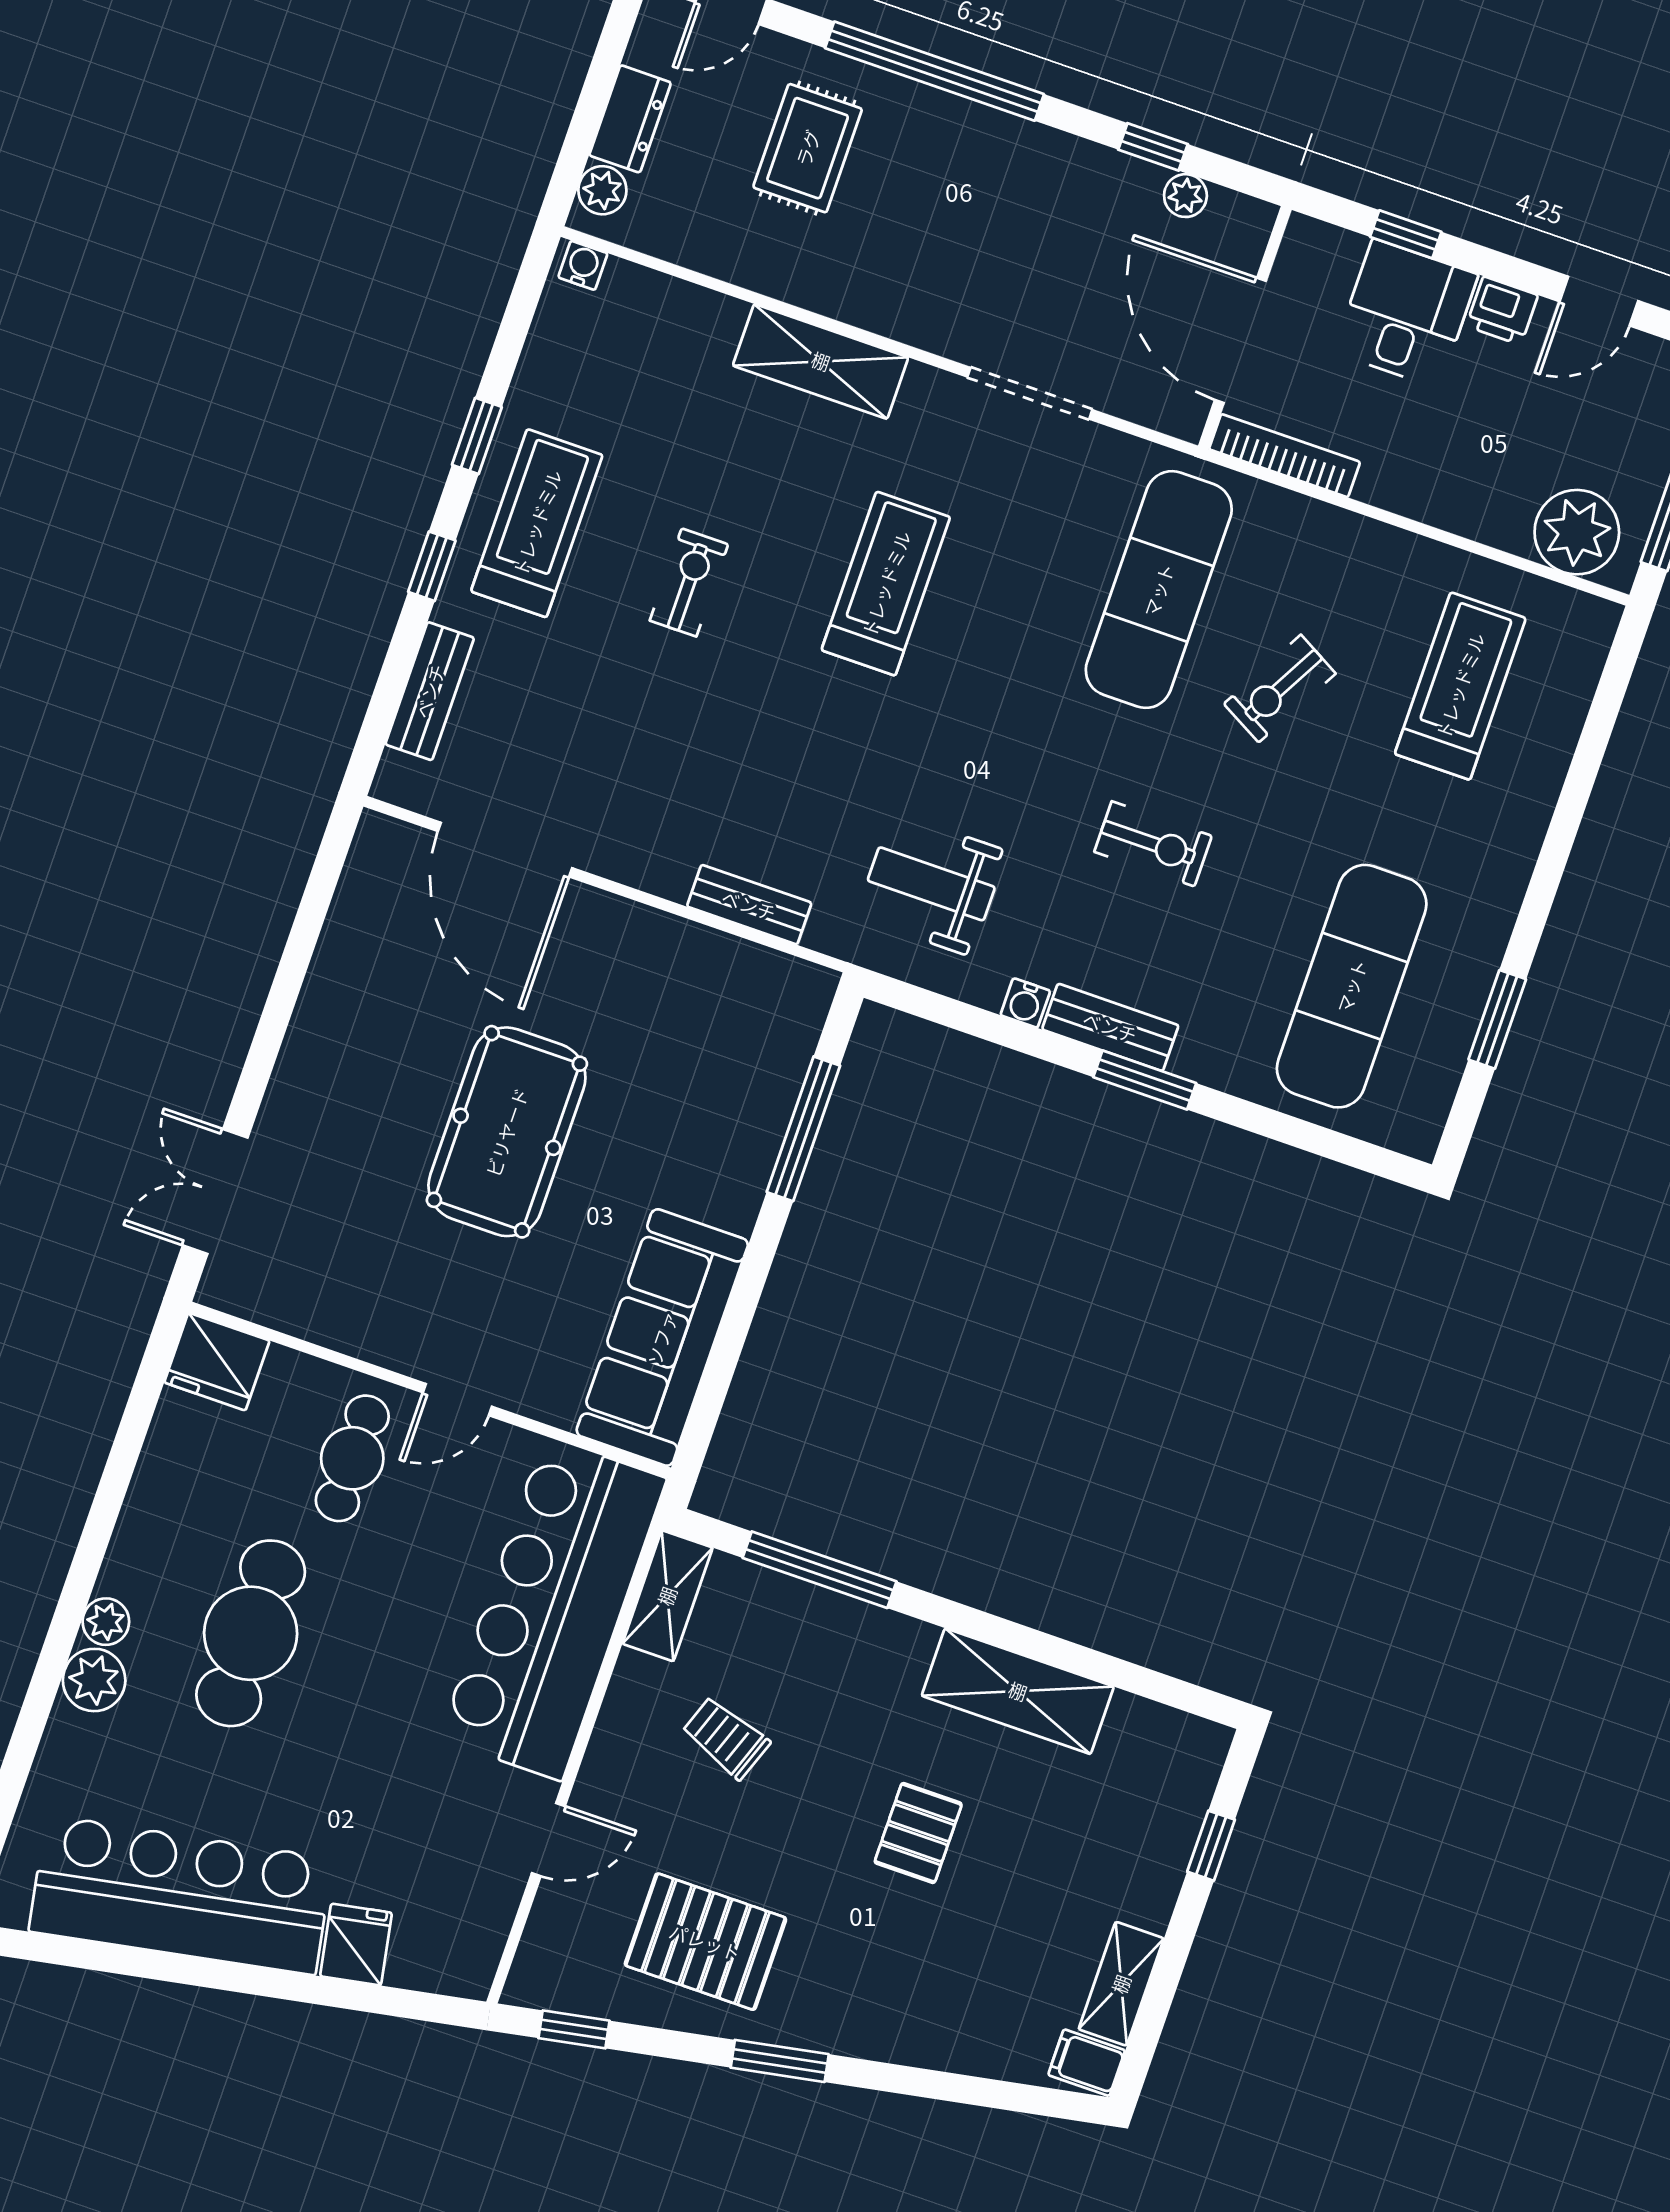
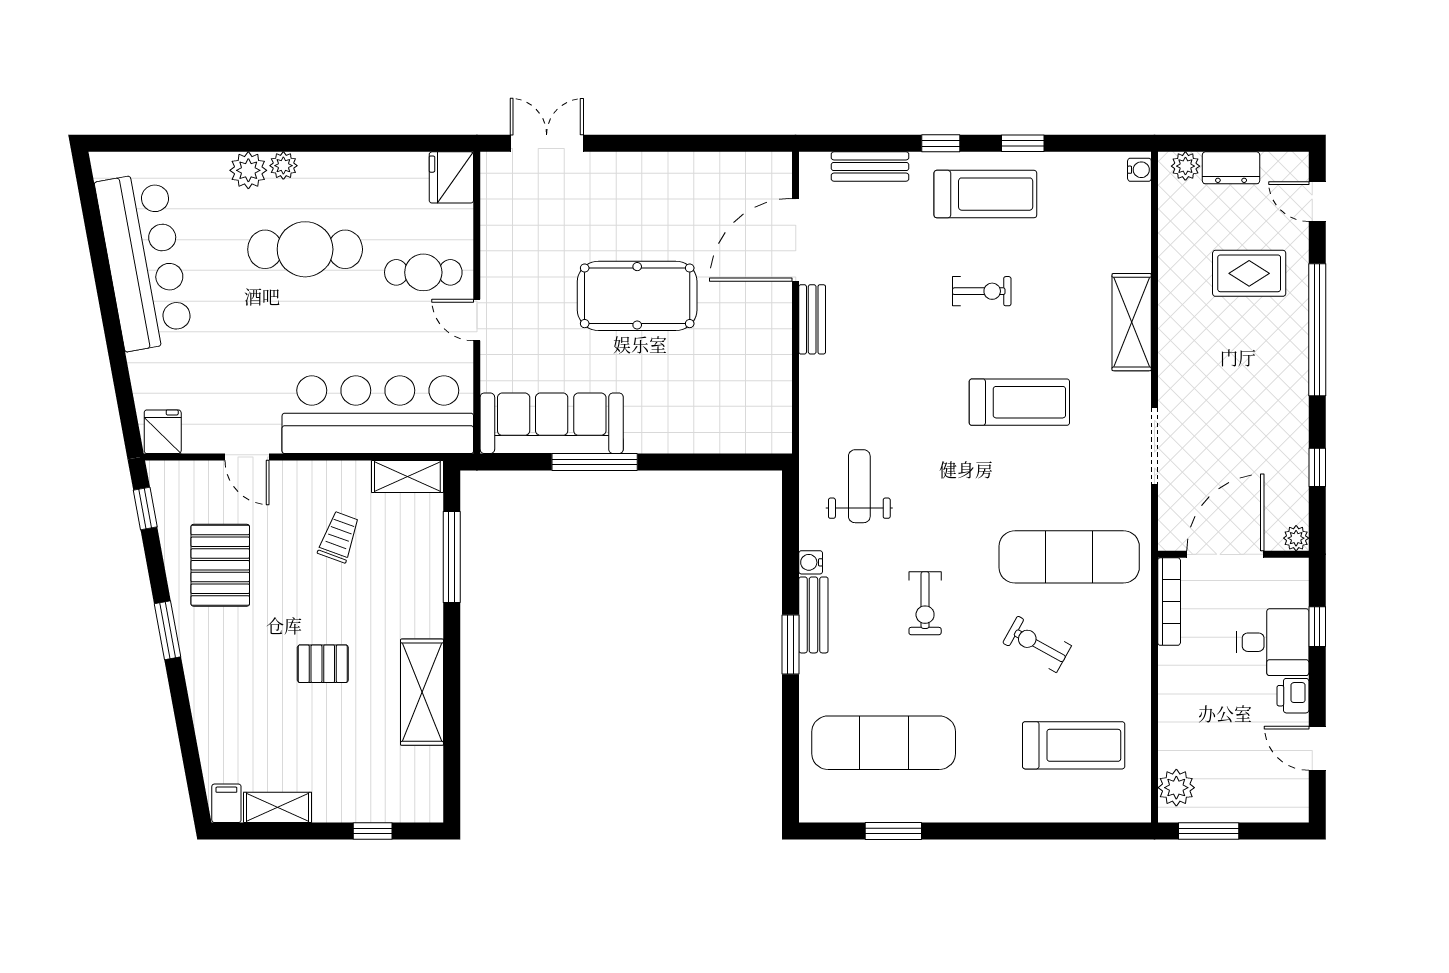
plant: (1185, 196) -> (1296, 538), moved
plant: (1577, 532) -> (1176, 788), width x0.73, depth x0.73
bench: (749, 905) -> (812, 319), moved
window: (803, 1129) -> (595, 462), moved
fridge: (356, 1945) -> (163, 432), moved, turned -80

